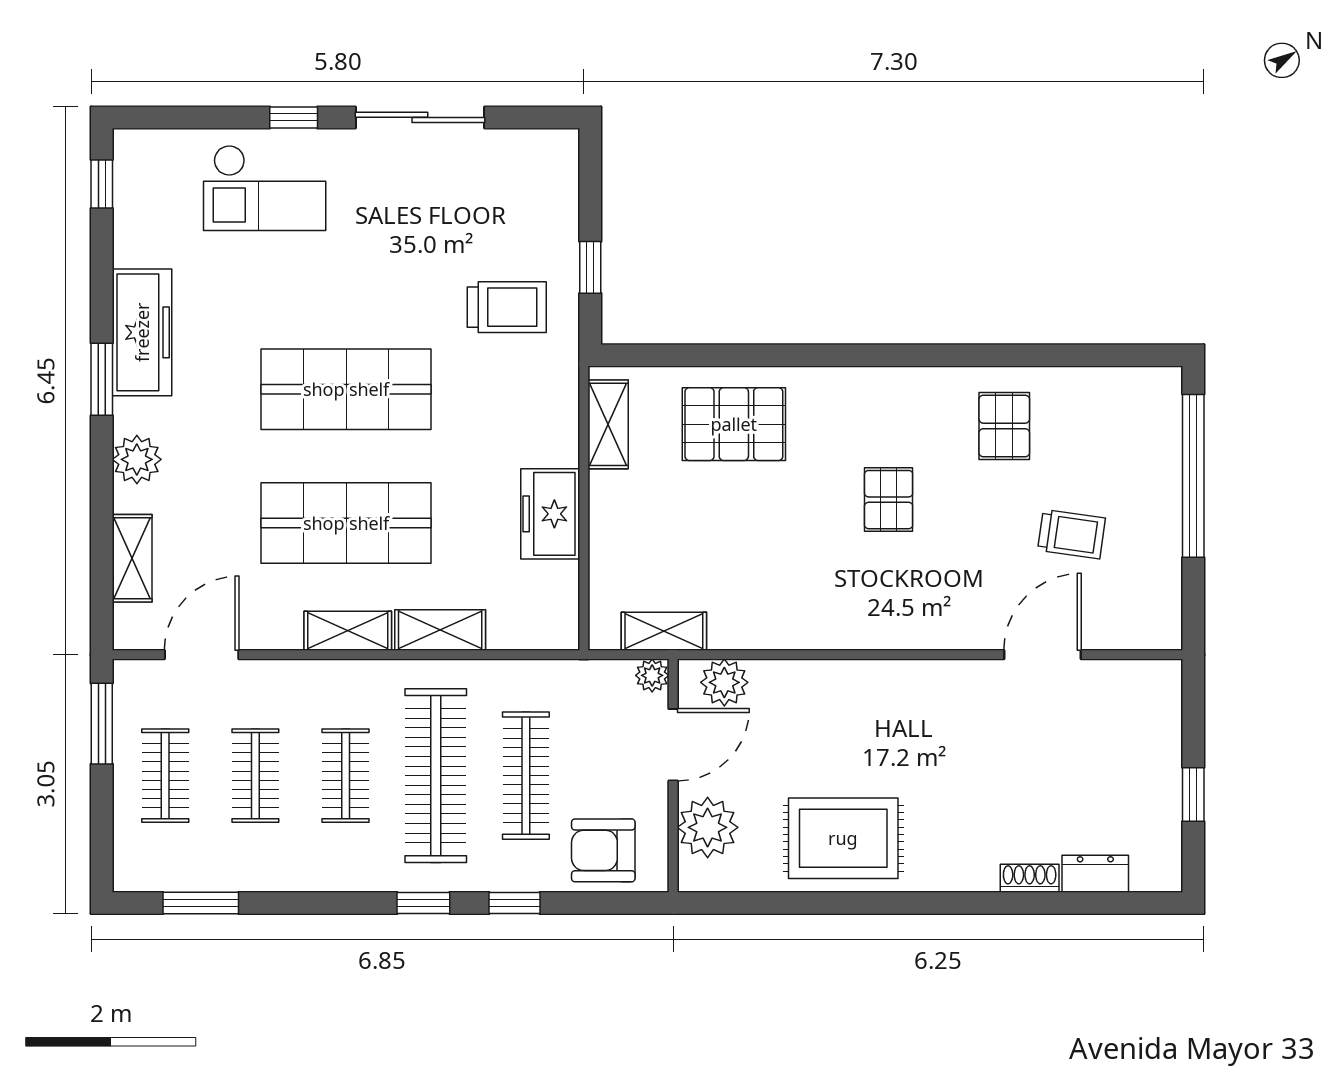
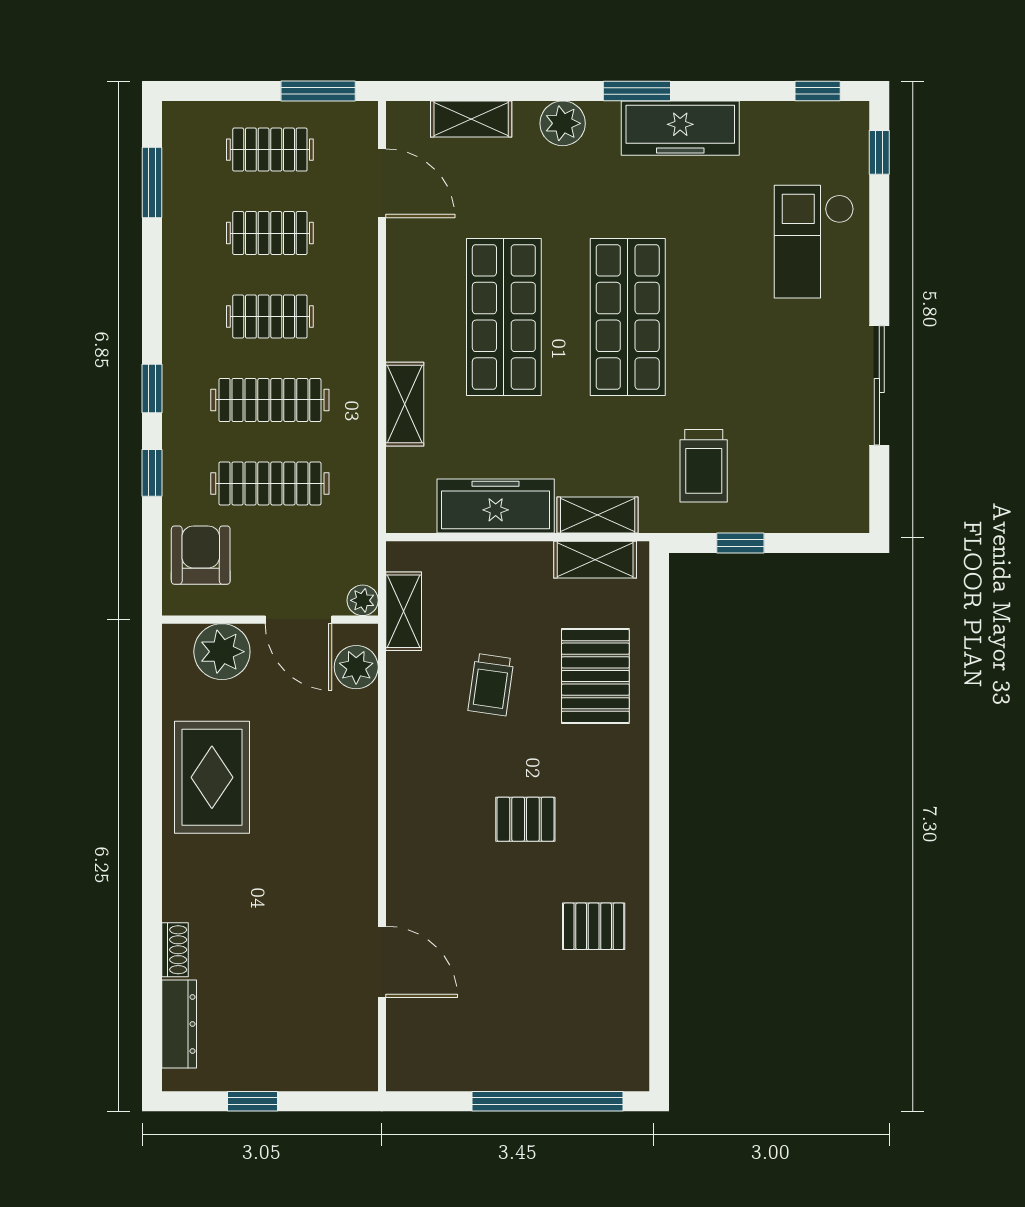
window: (294, 117) -> (879, 152), moved
freezer: (550, 514) -> (496, 506), width x1.40
trolley: (1072, 534) -> (491, 685), moved
shelving: (348, 631) -> (598, 515), moved, turned 90
clothes rail: (436, 776) -> (270, 400), width x0.73, depth x0.76
dresser: (1095, 874) -> (179, 1024), width x1.44

